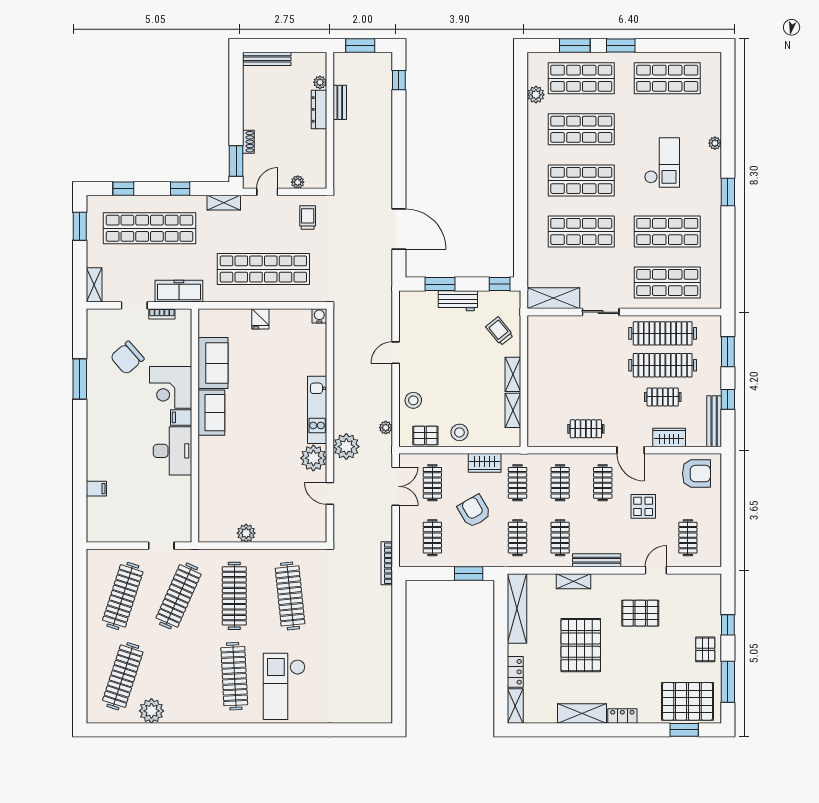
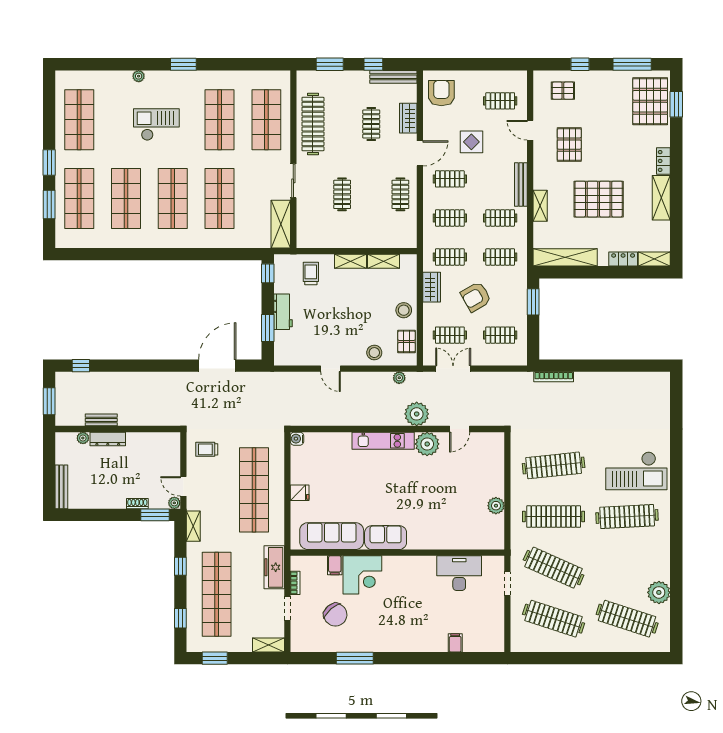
plant: (536, 95) -> (94, 240), removed
plant: (298, 182) -> (174, 503), moved
trolley: (500, 331) -> (311, 273), turned 129
sofa: (213, 363) -> (332, 536), width x1.36
clothes rail: (663, 365) -> (342, 194), moved, width x0.54, depth x0.76
filing cabinet: (181, 417) -> (335, 565), moved
desk: (173, 451) -> (459, 573), moved
bookcase: (387, 563) -> (554, 377), moved
pallet: (705, 649) -> (563, 91), moved

